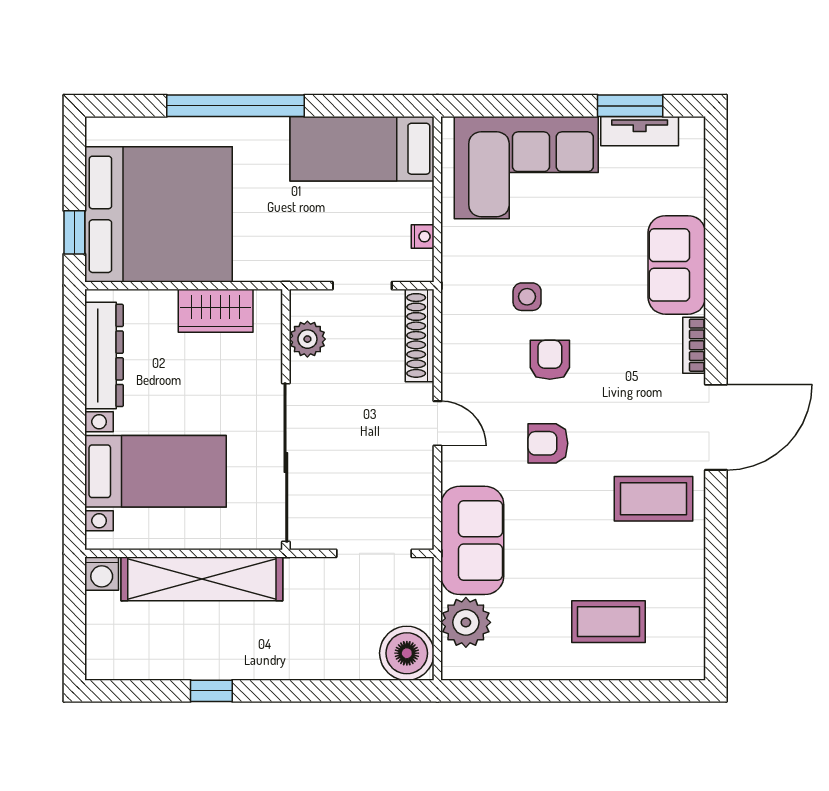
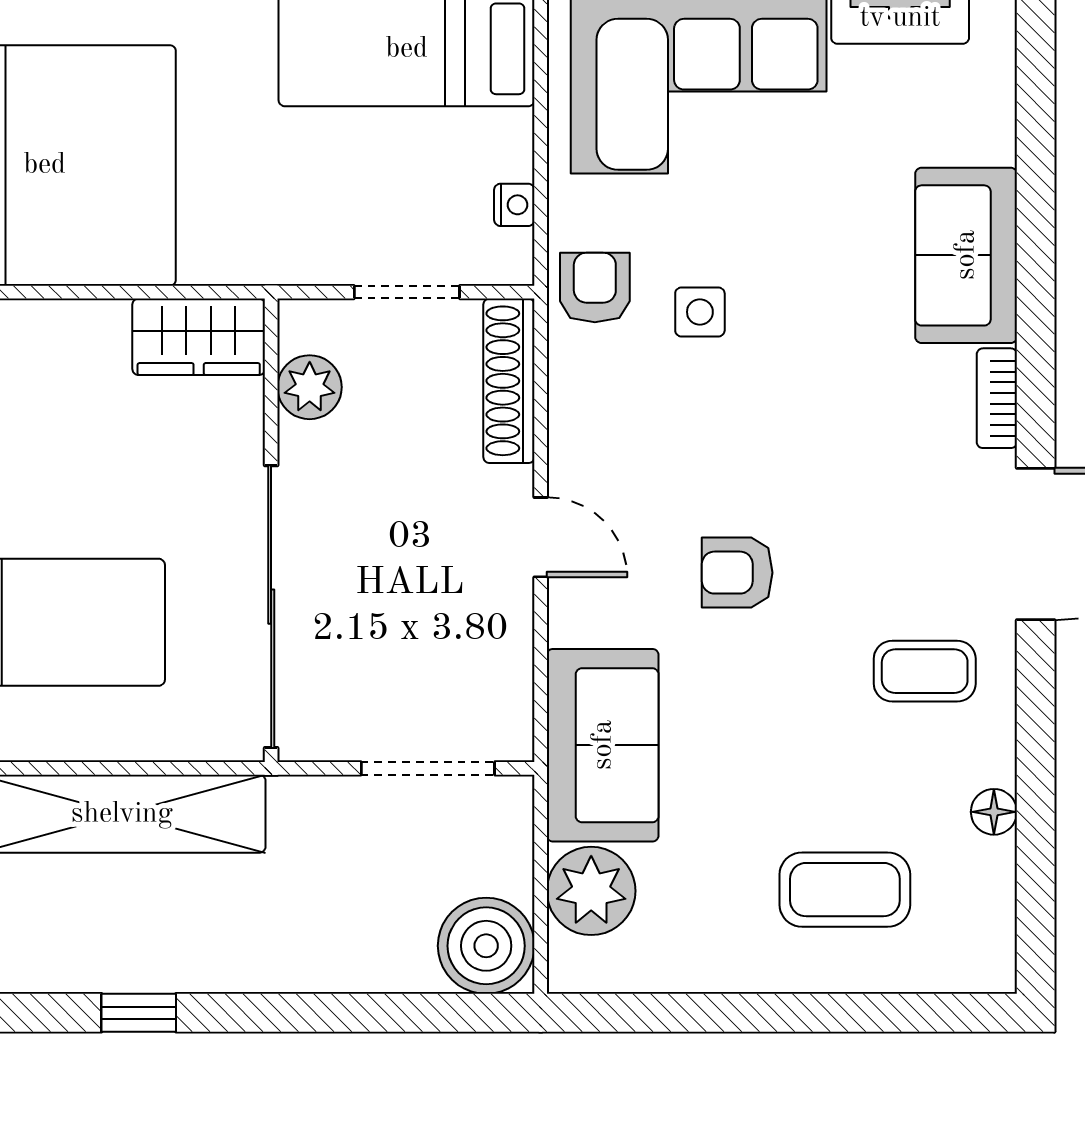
wardrobe: (216, 311) -> (199, 337), moved
armchair: (550, 360) -> (595, 287), moved
coffee table: (653, 499) -> (925, 671), width x0.73, depth x0.77
floor lamp: (692, 578) -> (994, 812), added

